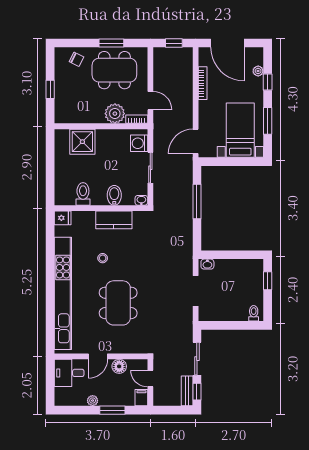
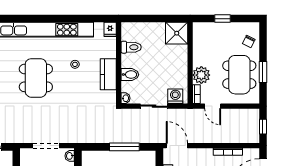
door: (150, 101) -> (213, 106), hinge flipped
shower: (82, 142) -> (177, 33), moved
dining table: (118, 303) -> (36, 78), turned 90

